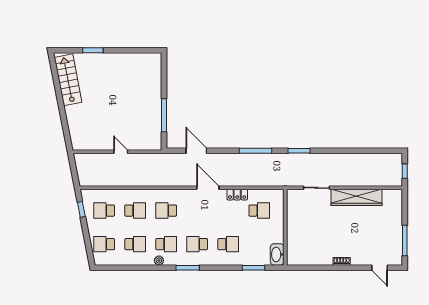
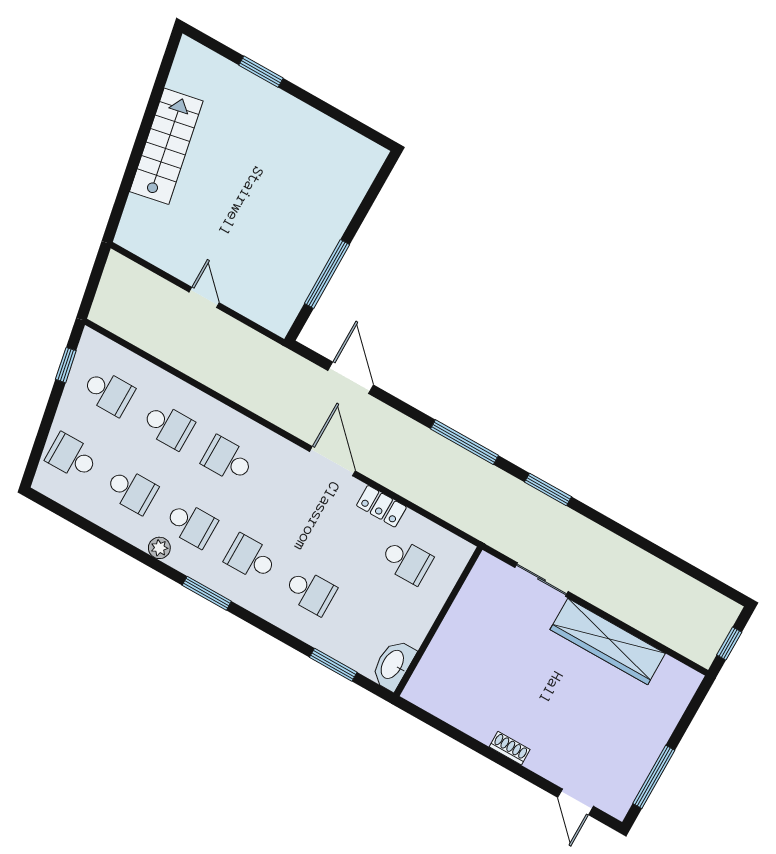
stairs: (68, 80) -> (166, 146), moved
school desk: (104, 211) -> (108, 392), turned 180

